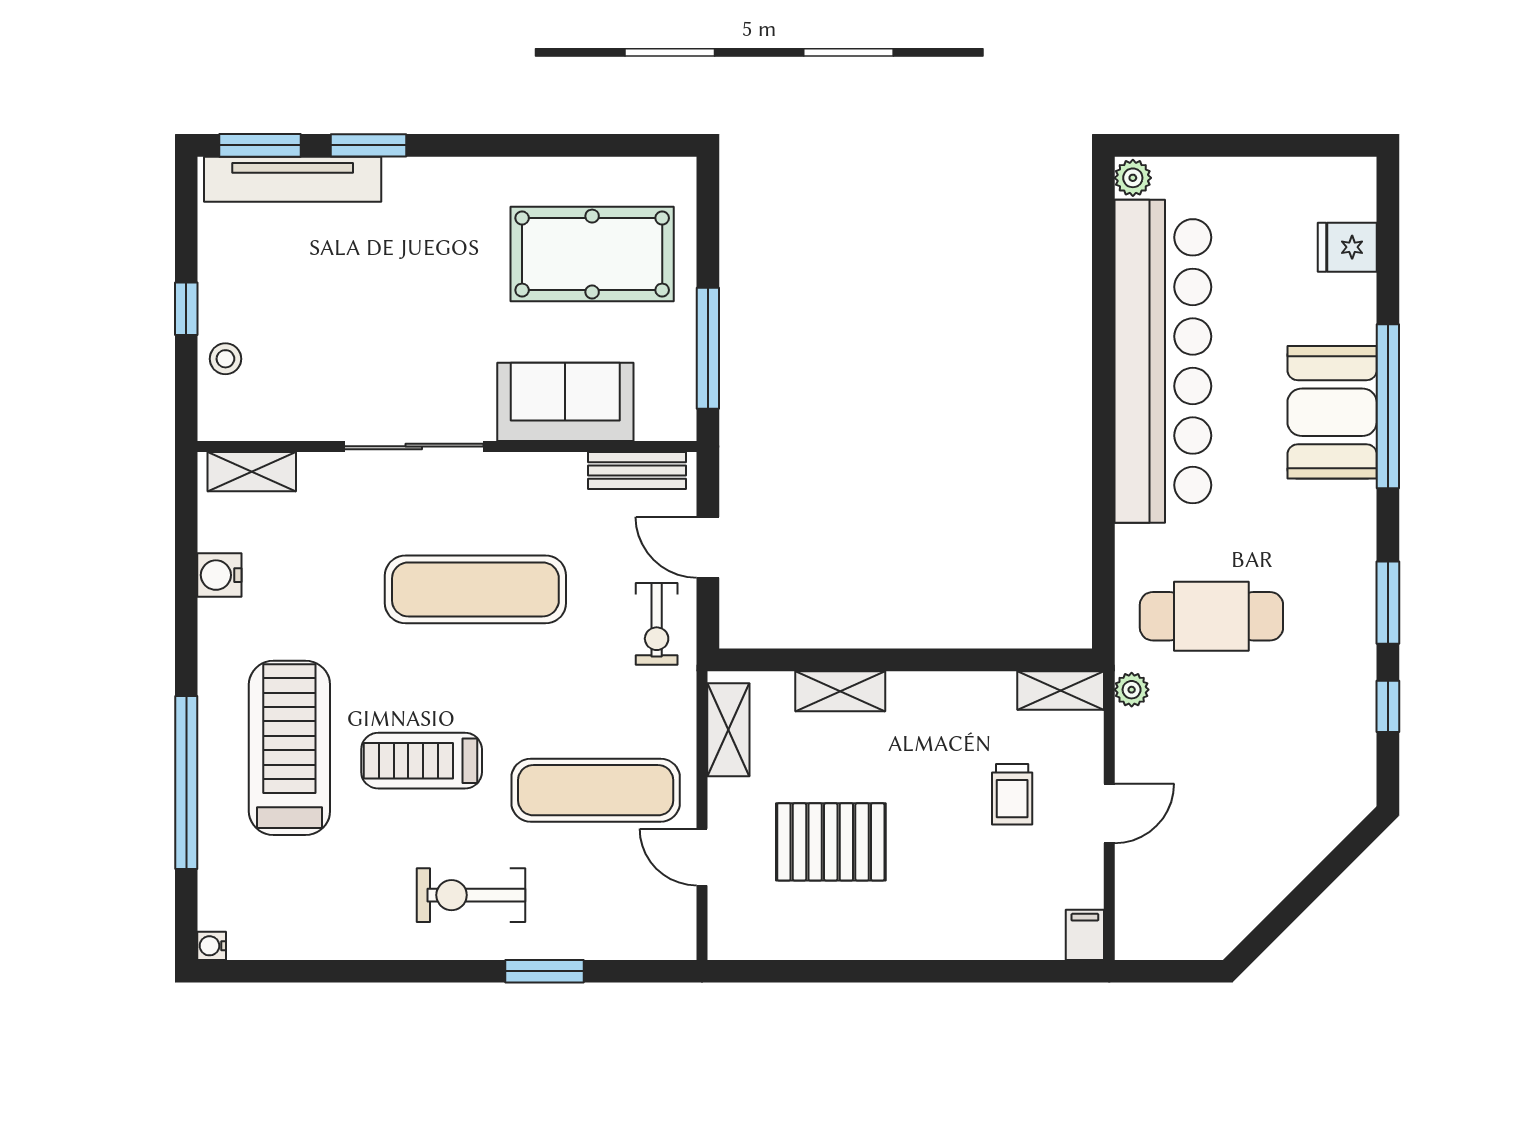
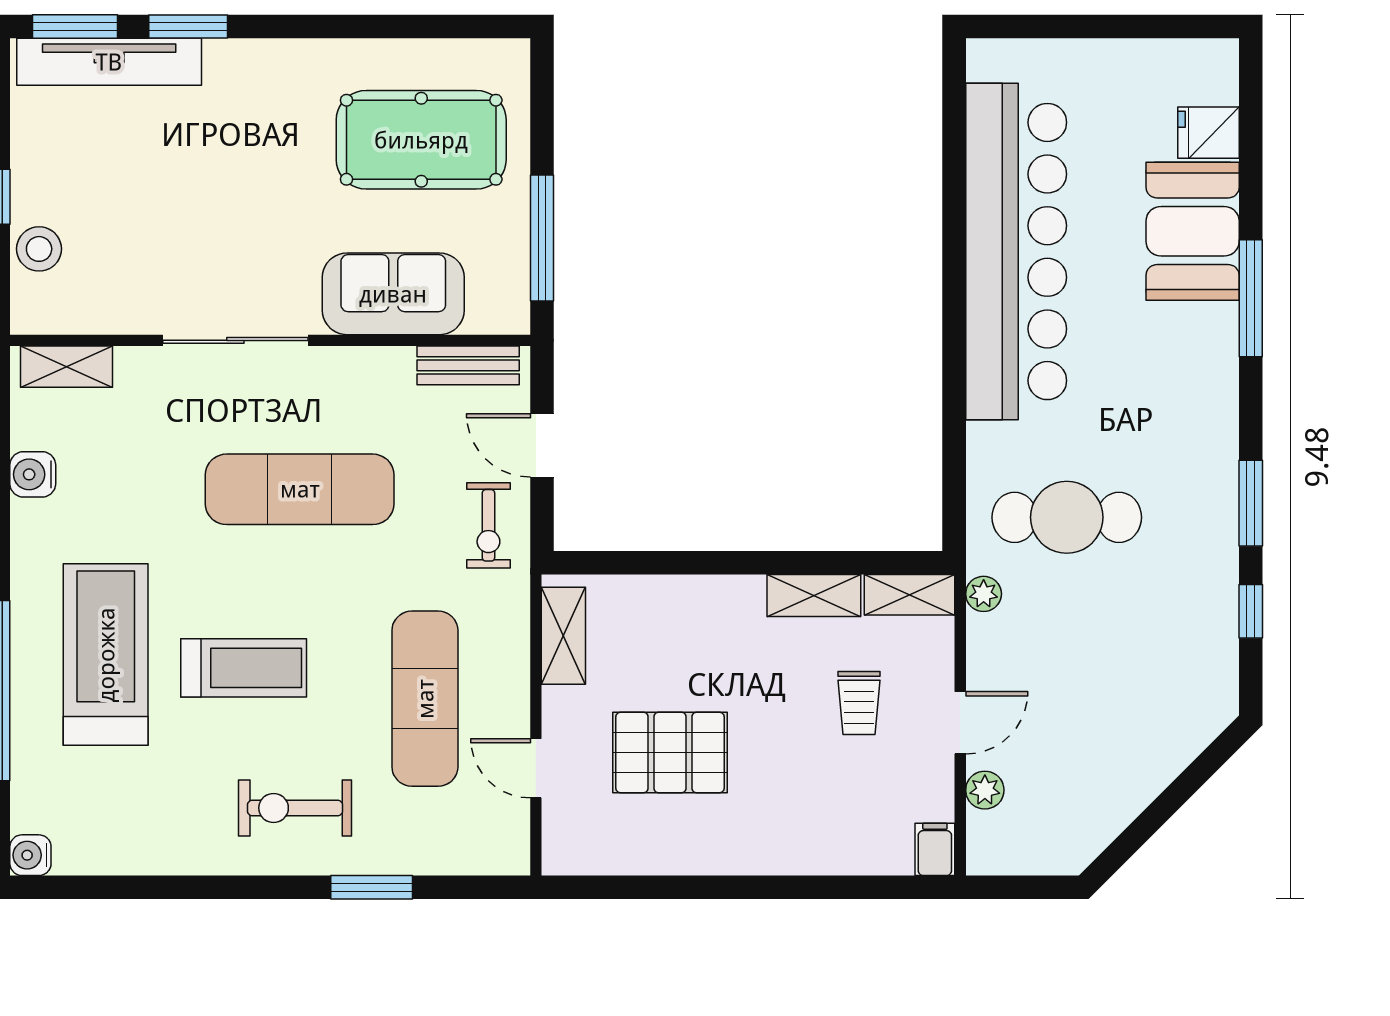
plant: (1133, 178) -> (985, 790), moved
stool: (225, 359) -> (39, 249), width x1.37, depth x1.37
window: (1388, 406) -> (1251, 298), width x0.68
booth: (1332, 412) -> (1193, 231), moved
shelving: (840, 691) -> (814, 595), moved
treadmill: (422, 761) -> (244, 668), turned 180
exercise mat: (596, 790) -> (425, 699), turned 90
water cooler: (212, 946) -> (30, 855), width x1.38, depth x1.38

